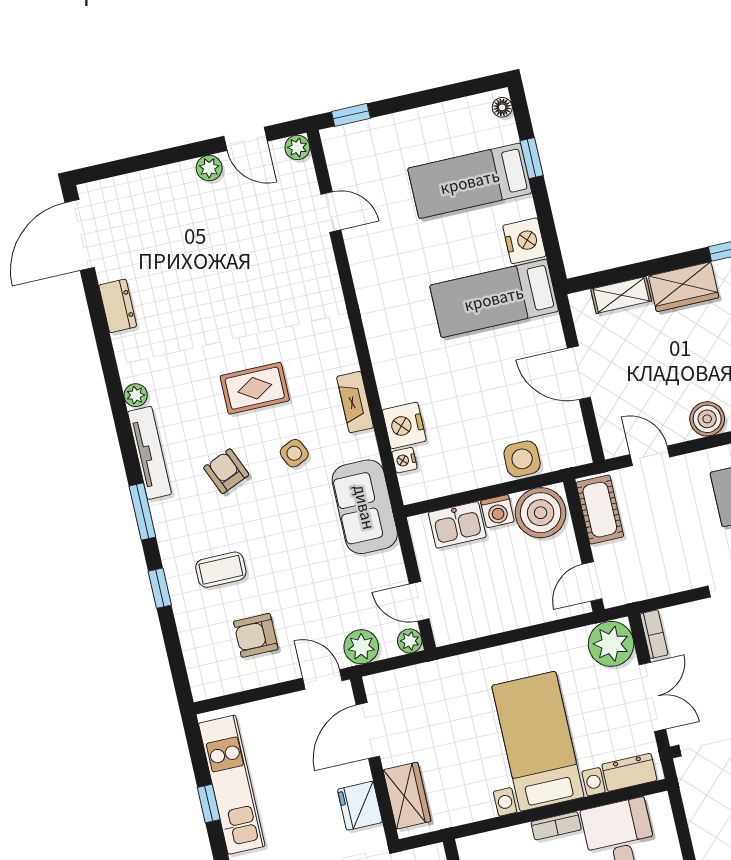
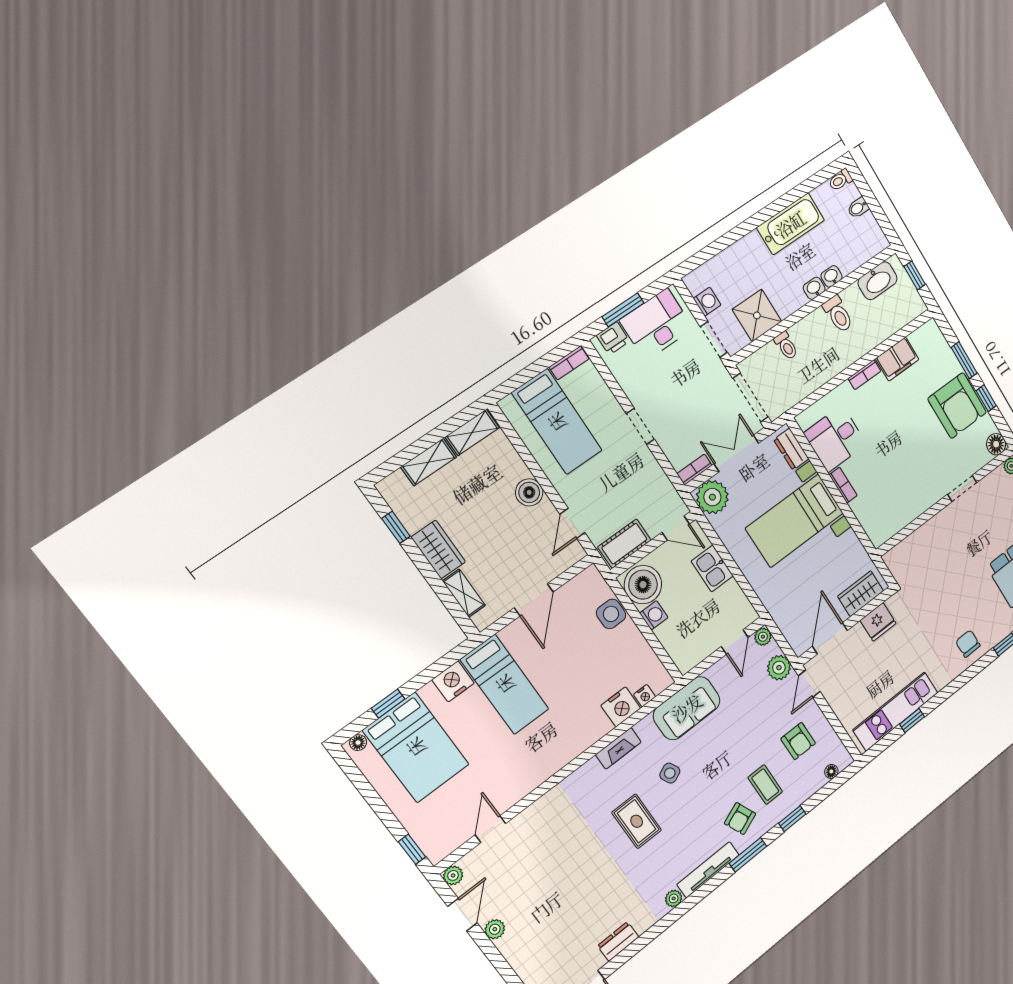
bed: (470, 181) -> (416, 747), width x1.50
armchair: (226, 471) -> (740, 819), moved
kitchen sink: (457, 525) -> (712, 569), moved, turned 180
floor lamp: (195, 665) -> (831, 771), added
door: (368, 731) -> (830, 638), swing flipped

